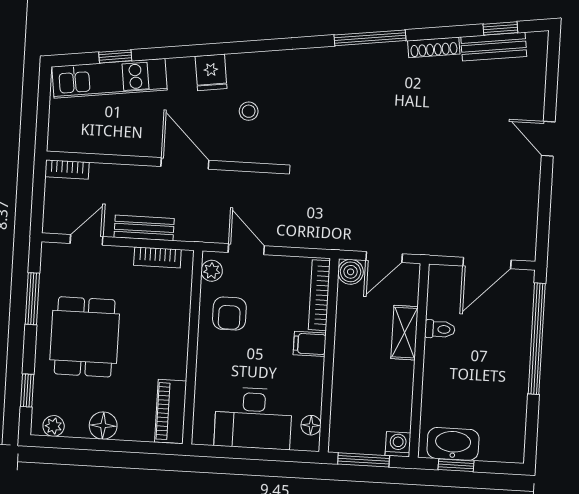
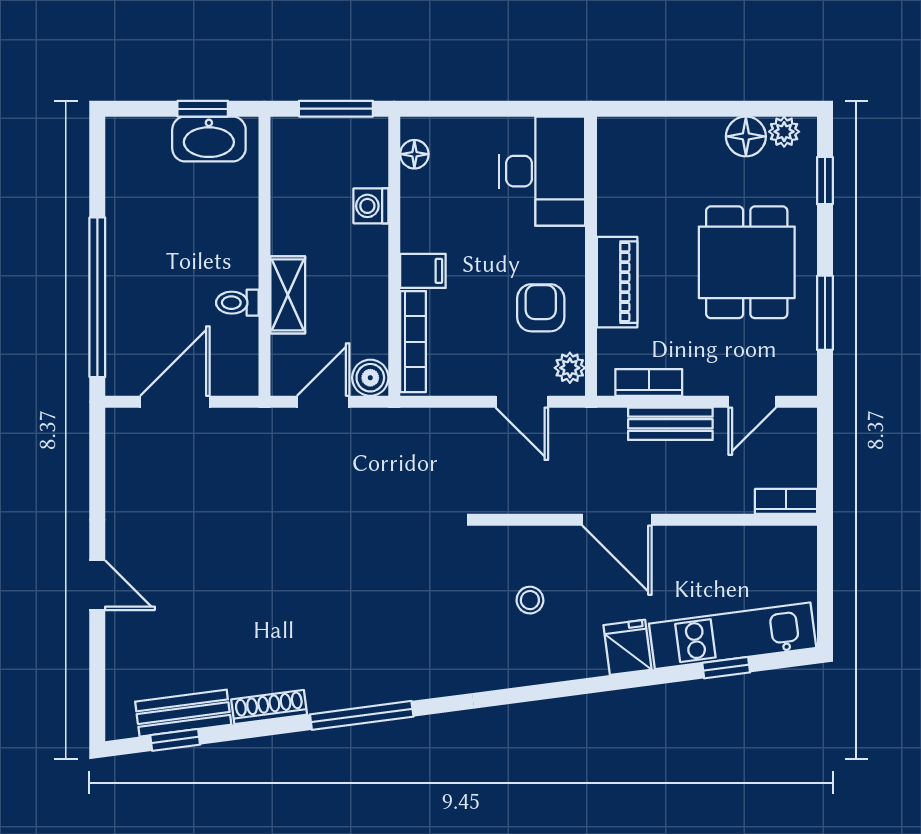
fridge: (211, 72) -> (628, 647), moved
piano: (171, 411) -> (617, 282), moved
desk: (253, 418) -> (542, 171), moved, turned 90
floor lamp: (103, 426) -> (746, 136), moved
washing machine: (398, 444) -> (371, 206), moved, turned 90

